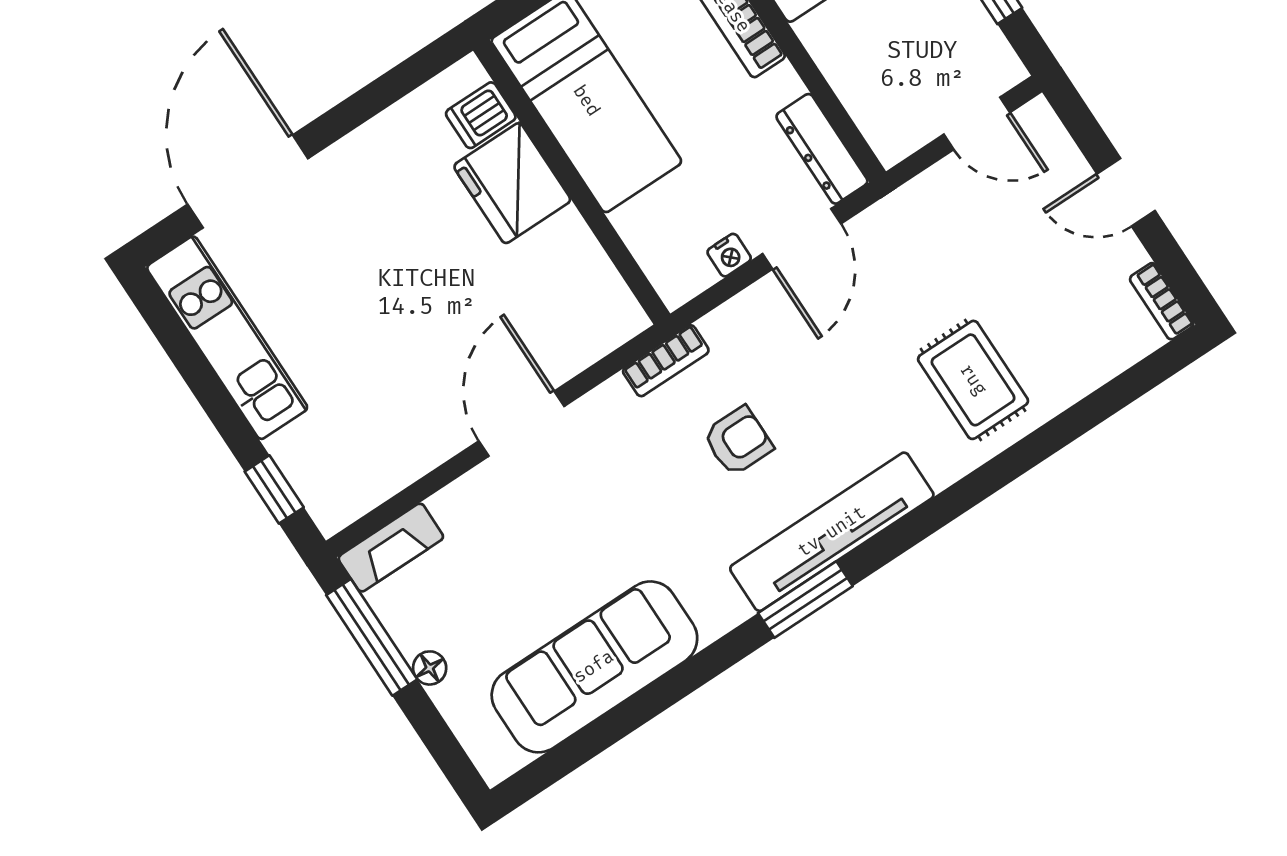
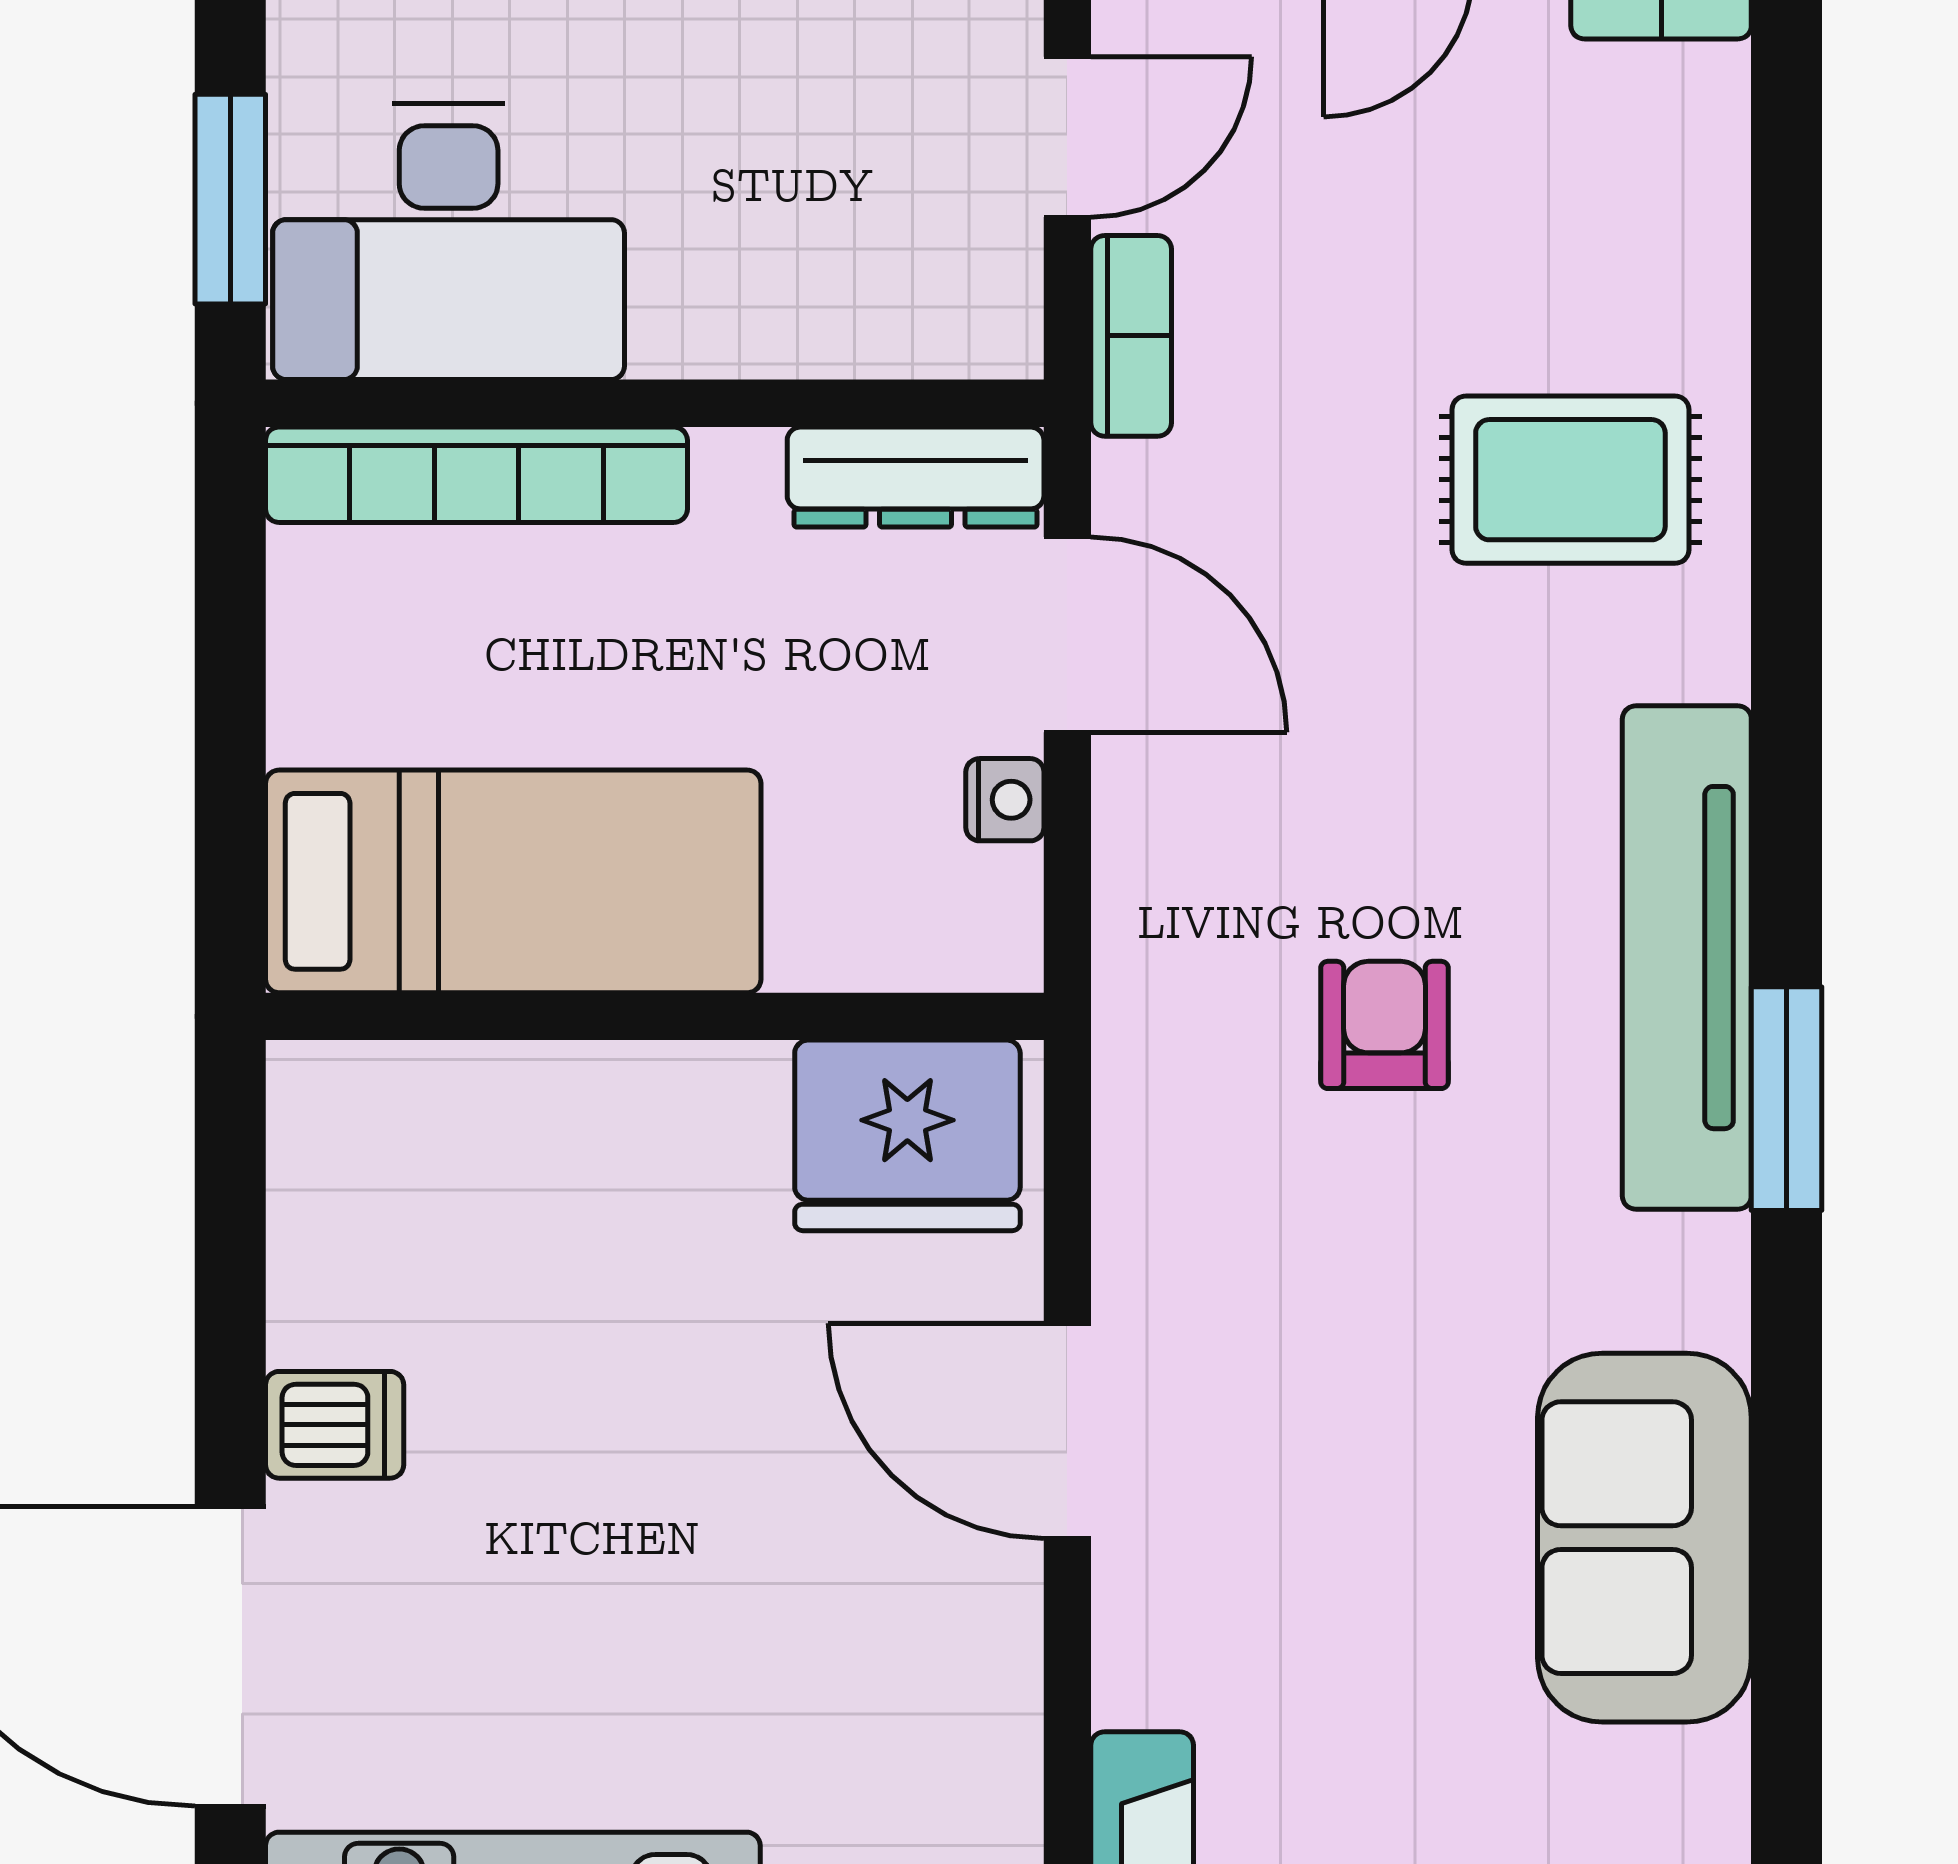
dishwasher: (481, 115) -> (335, 1425), moved, turned -90
fridge: (512, 183) -> (907, 1135), moved
bookcase: (666, 361) -> (1131, 336), moved
sofa: (594, 667) -> (1644, 1538), width x0.73

